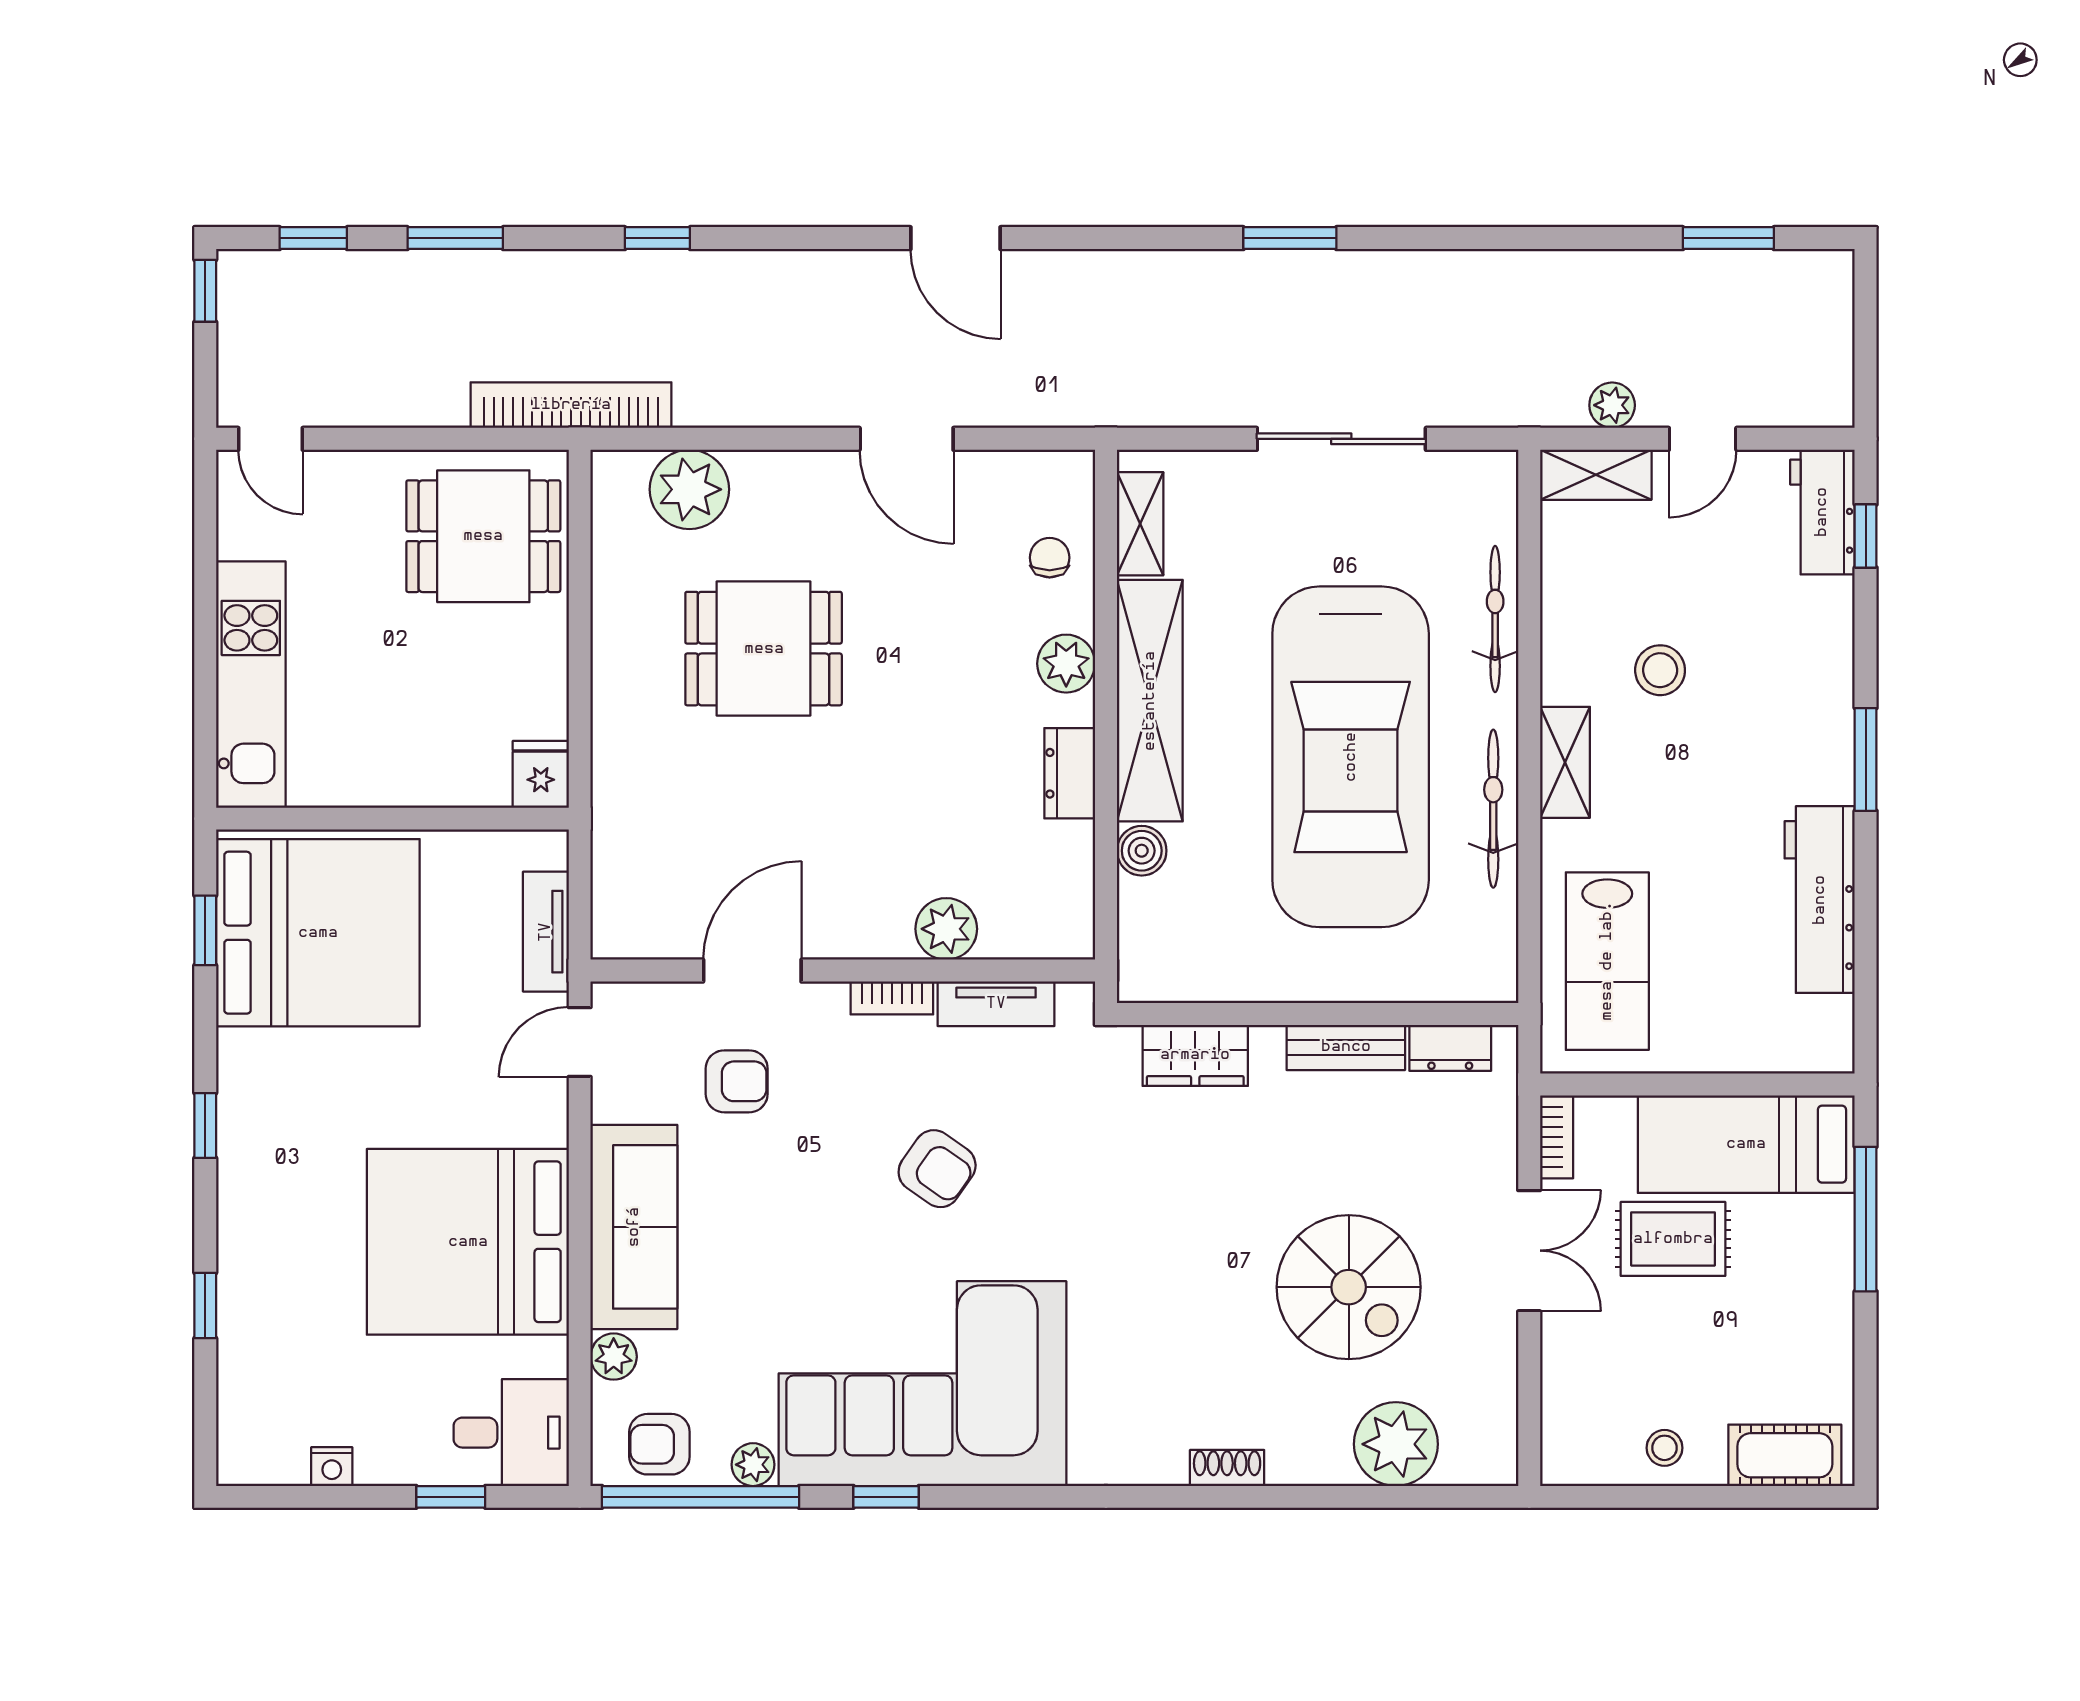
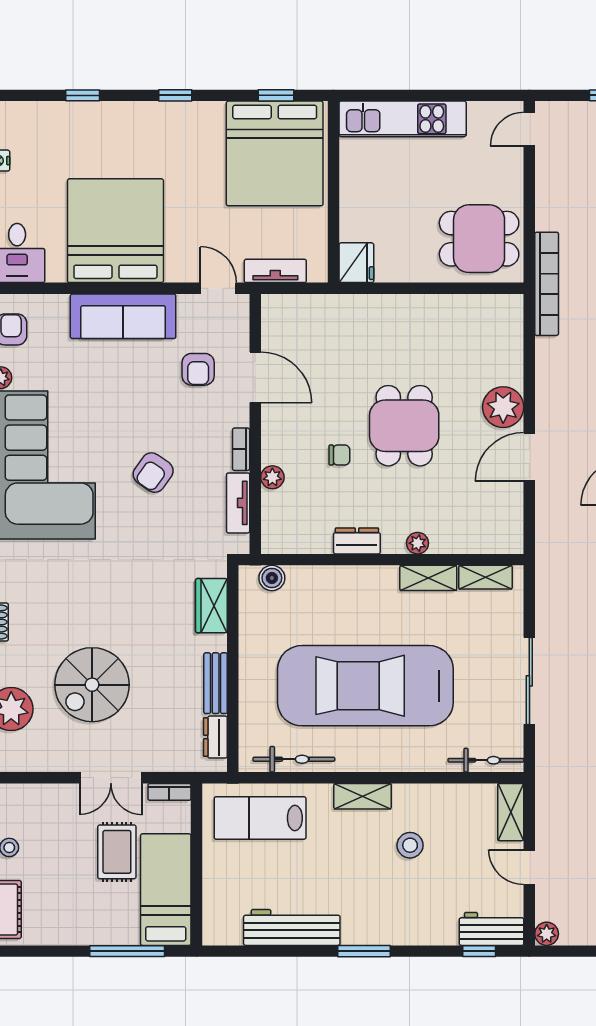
plant: (1612, 405) -> (547, 934), moved
plant: (689, 489) -> (503, 407), moved
dining table: (483, 536) -> (479, 239), turned 90
chair: (1050, 558) -> (339, 455), moved
bicycle: (1495, 619) -> (486, 760), moved
dining table: (764, 649) -> (404, 426), moved
plant: (1066, 664) -> (417, 543), width x0.73, depth x0.73
shelving: (1150, 701) -> (428, 578), width x0.45, depth x0.75
fridge: (541, 774) -> (356, 263), width x1.38
bicycle: (1493, 809) -> (294, 759), moved
boiler: (1142, 851) -> (272, 578), moved
plant: (946, 929) -> (272, 477), width x0.73, depth x0.73
plant: (614, 1357) -> (56, 306), removed

